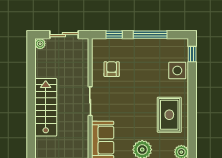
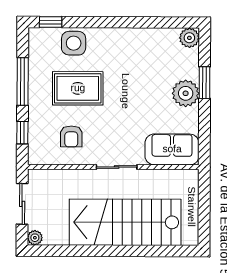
armchair: (112, 69) -> (71, 136), turned -90
stairs: (46, 107) -> (125, 222), width x1.36, depth x1.51
rug: (169, 115) -> (78, 88), moved

